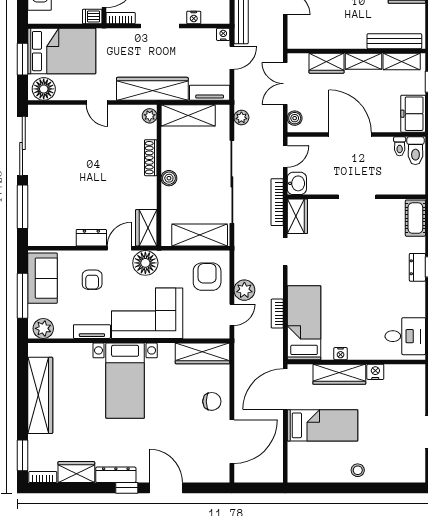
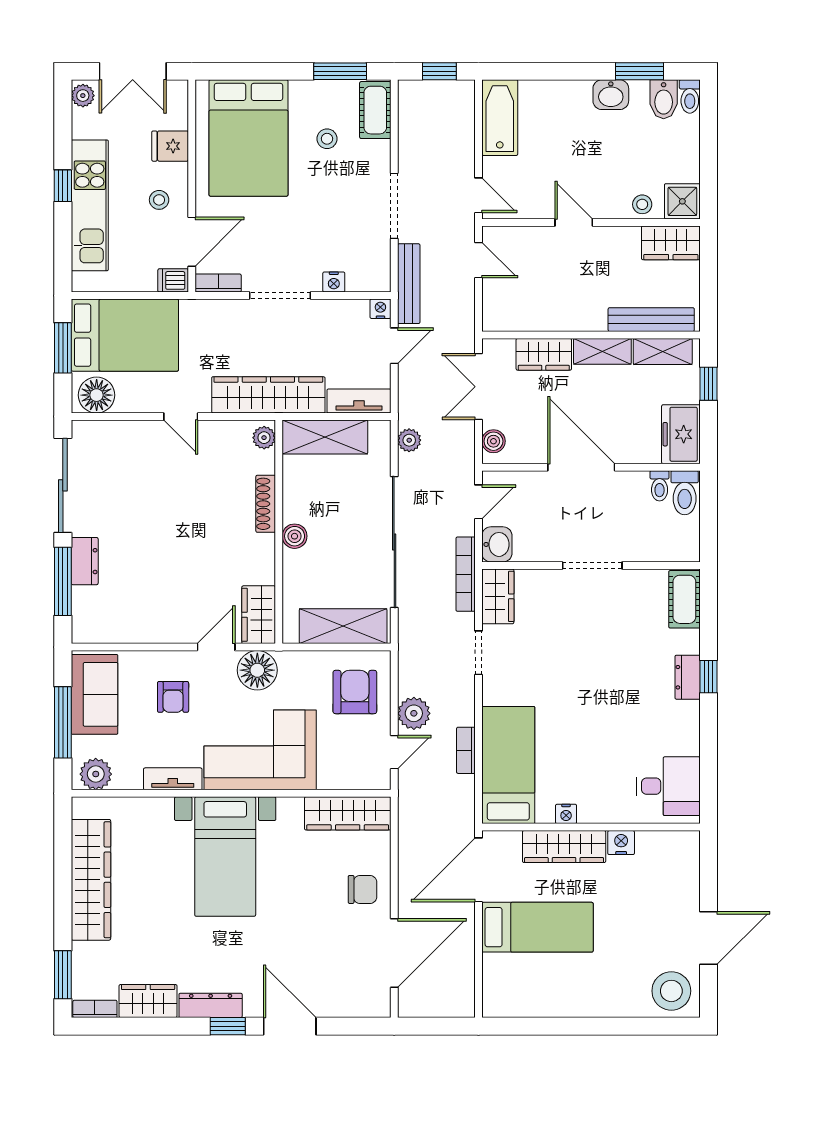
dresser: (91, 238) -> (85, 561), moved, turned 90
stool: (358, 470) -> (671, 991), moved, width x1.89, depth x1.89

